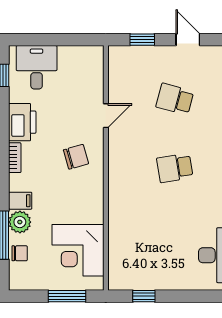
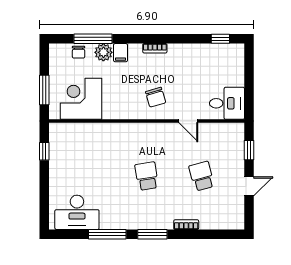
desk: (37, 67) -> (227, 103), moved
school desk: (175, 99) -> (202, 176), turned -30
printer: (22, 122) -> (183, 54), removed

